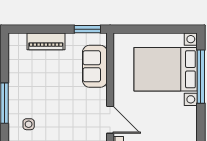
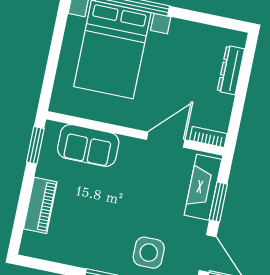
side table: (29, 124) -> (149, 253), width x1.87, depth x1.87

